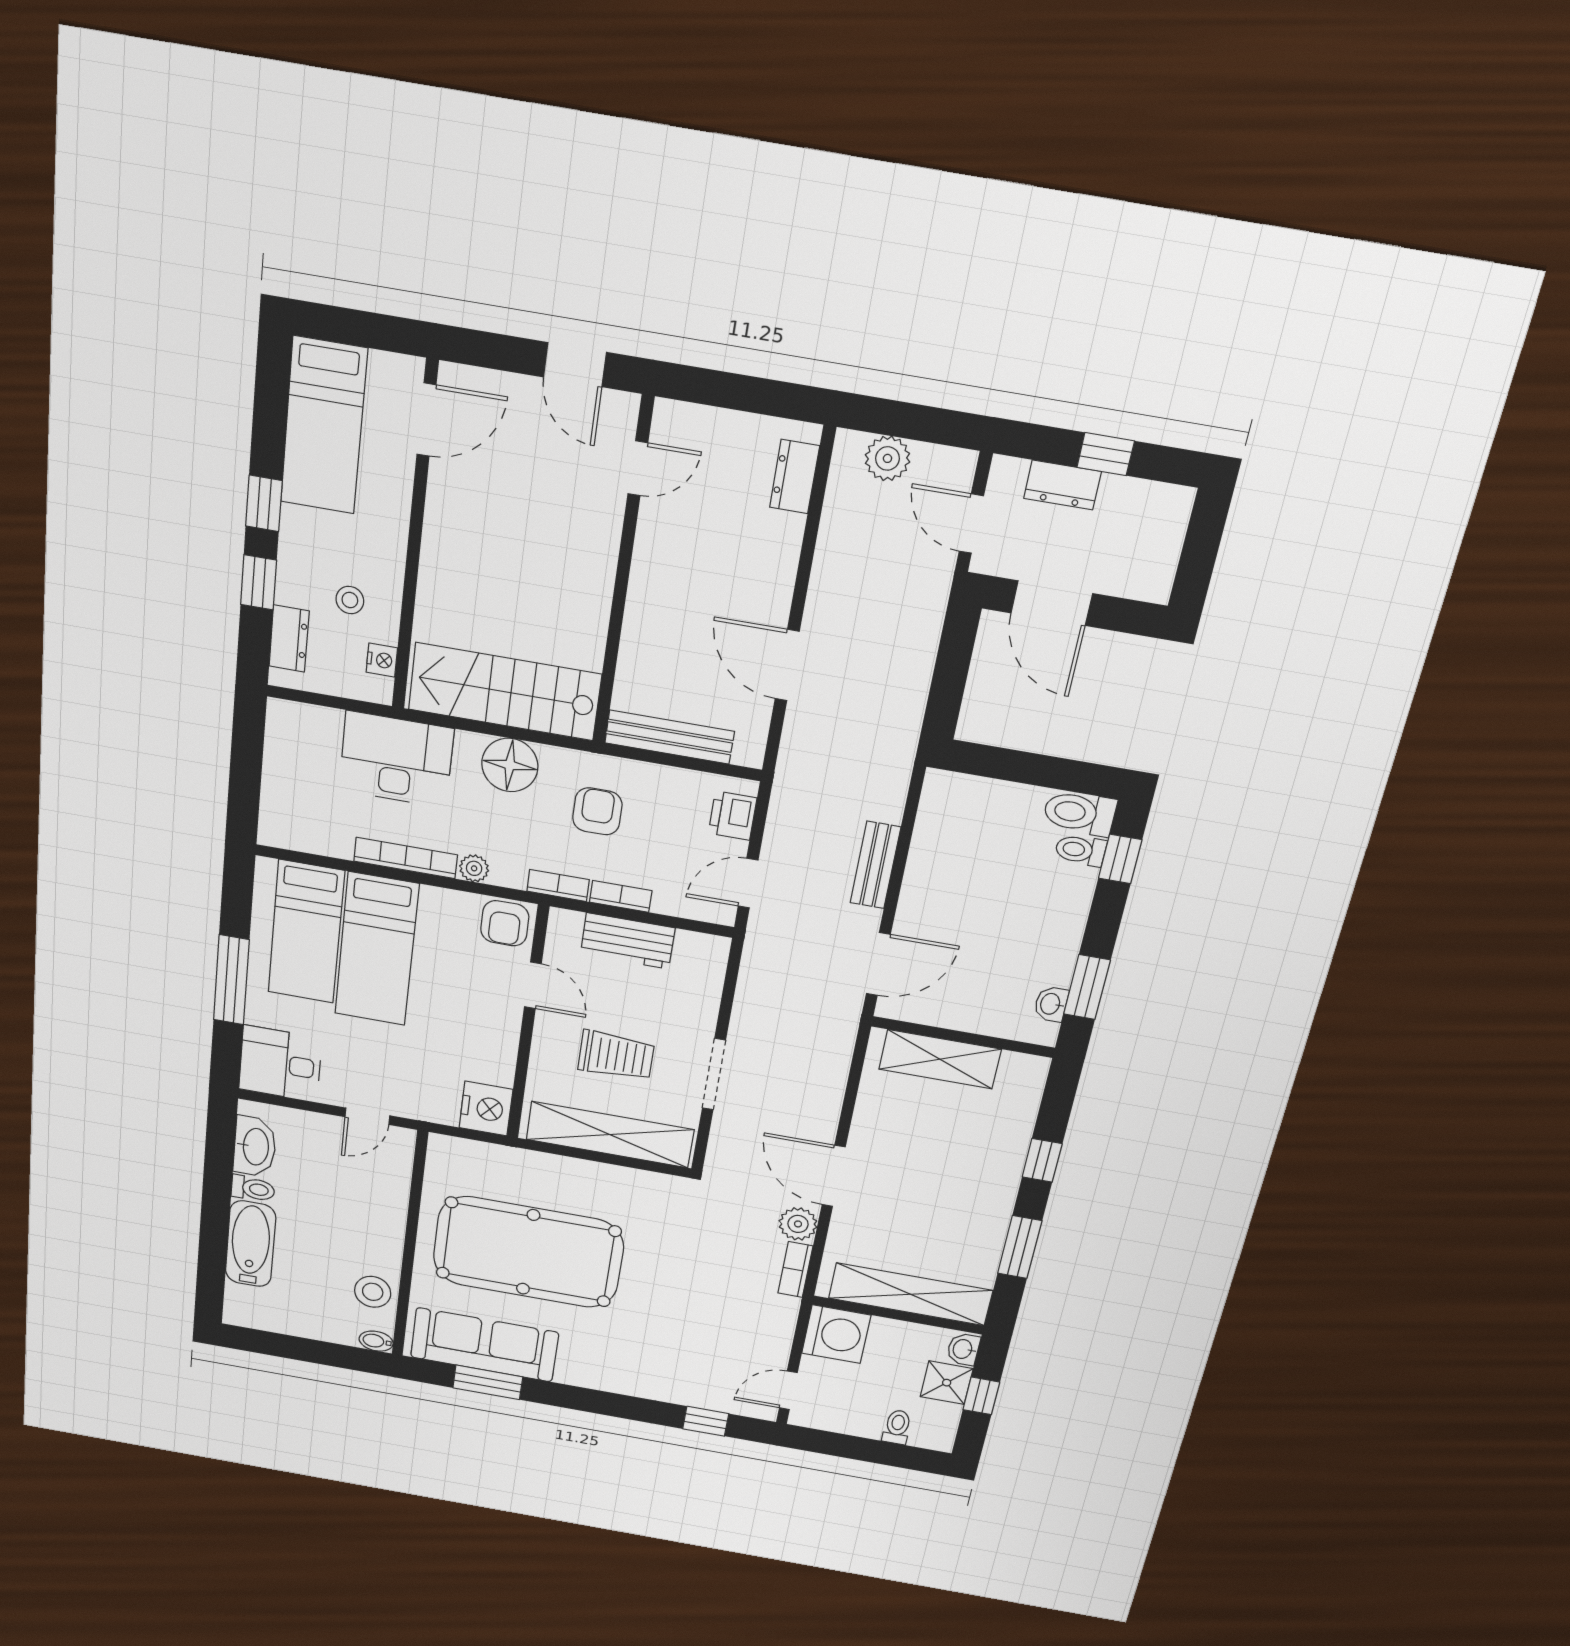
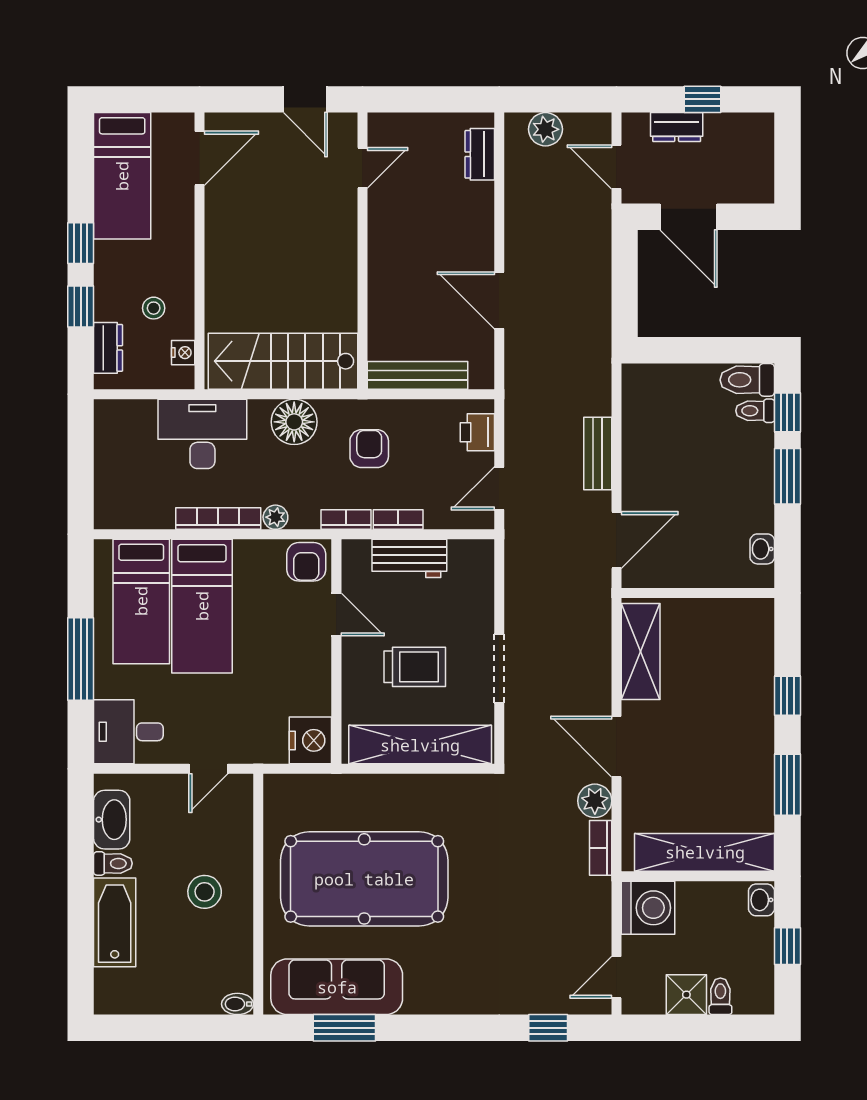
window: (1087, 987) -> (787, 476), moved
shelving: (940, 1059) -> (641, 652), moved, turned 90
stool: (373, 1292) -> (205, 892), moved
shower: (947, 1383) -> (686, 995), moved

